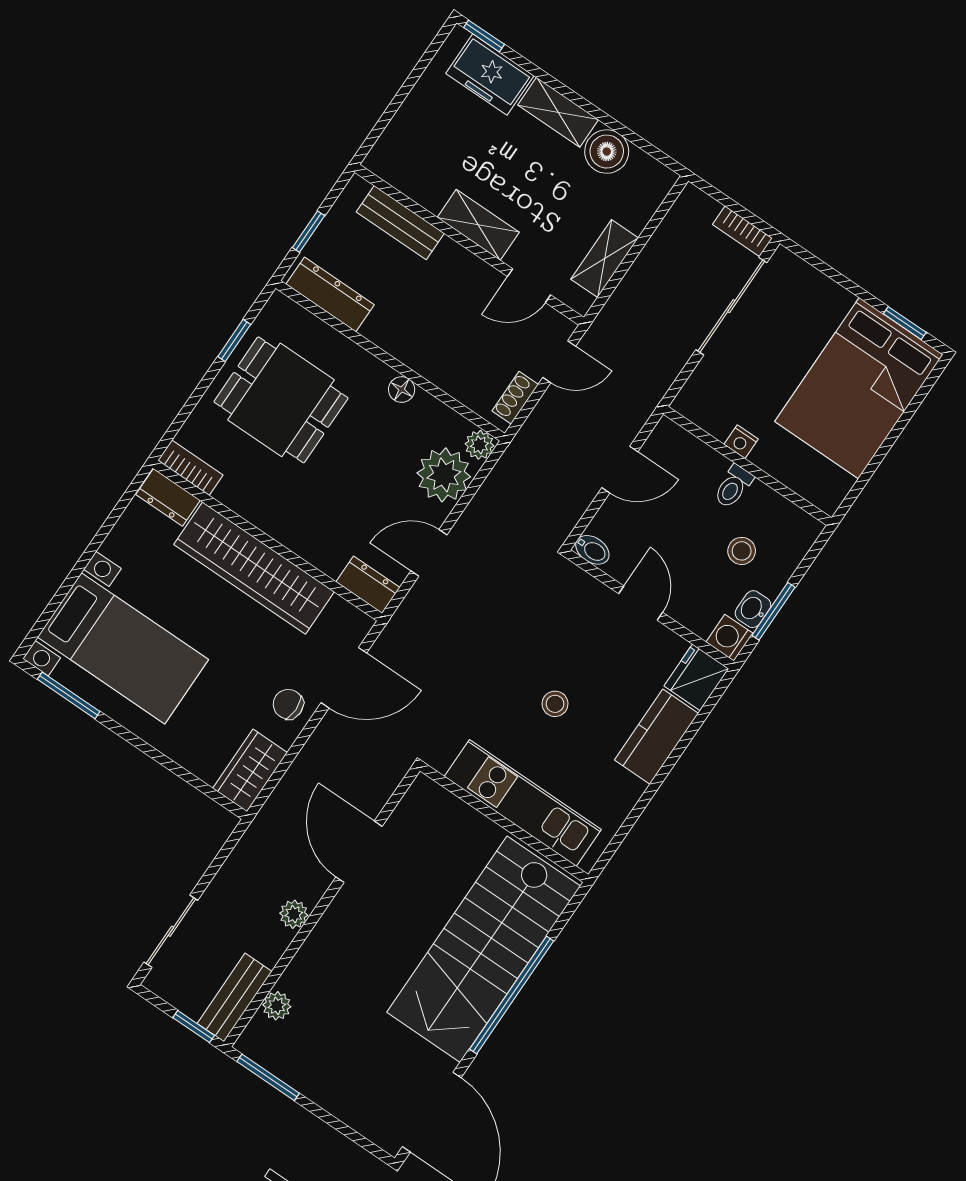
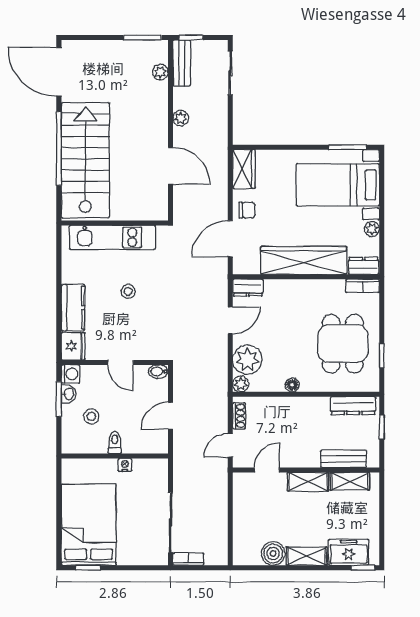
shelving: (605, 259) -> (350, 481), moved, turned 90
dining table: (281, 400) -> (343, 344), turned 90
plant: (117, 545) -> (372, 229), added

